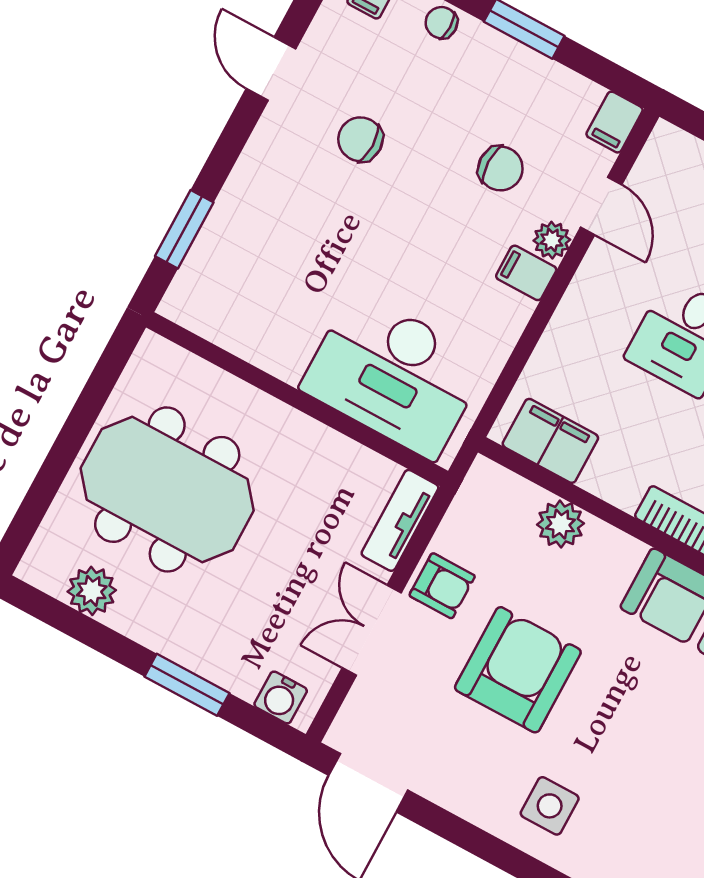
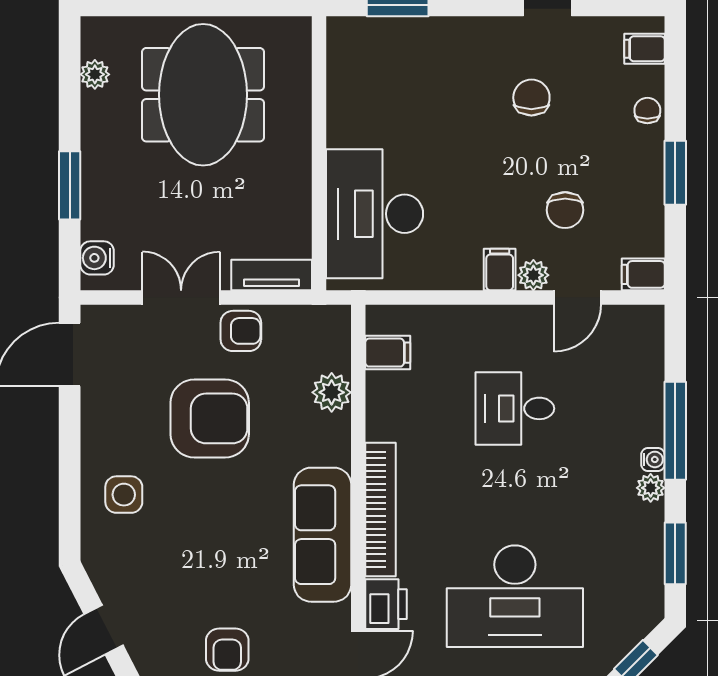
filing cabinet: (550, 441) -> (388, 353), width x0.50
armchair: (442, 586) -> (241, 331), turned -90
plant: (92, 591) -> (95, 74), width x0.73, depth x0.73

